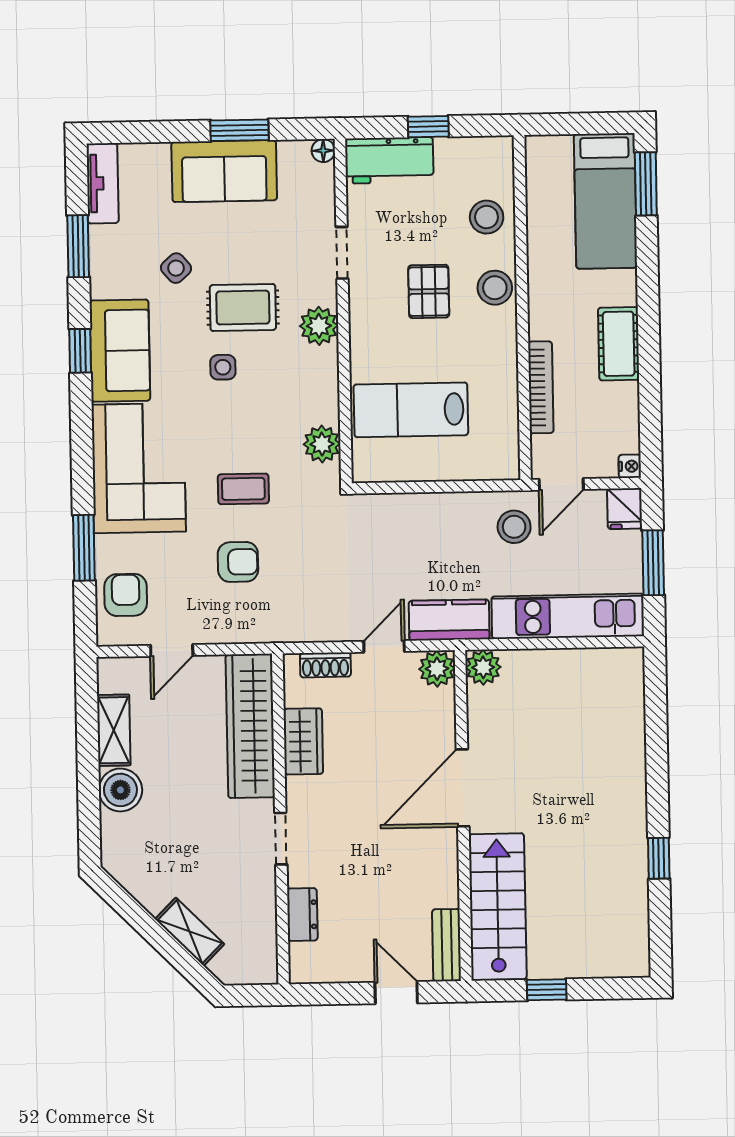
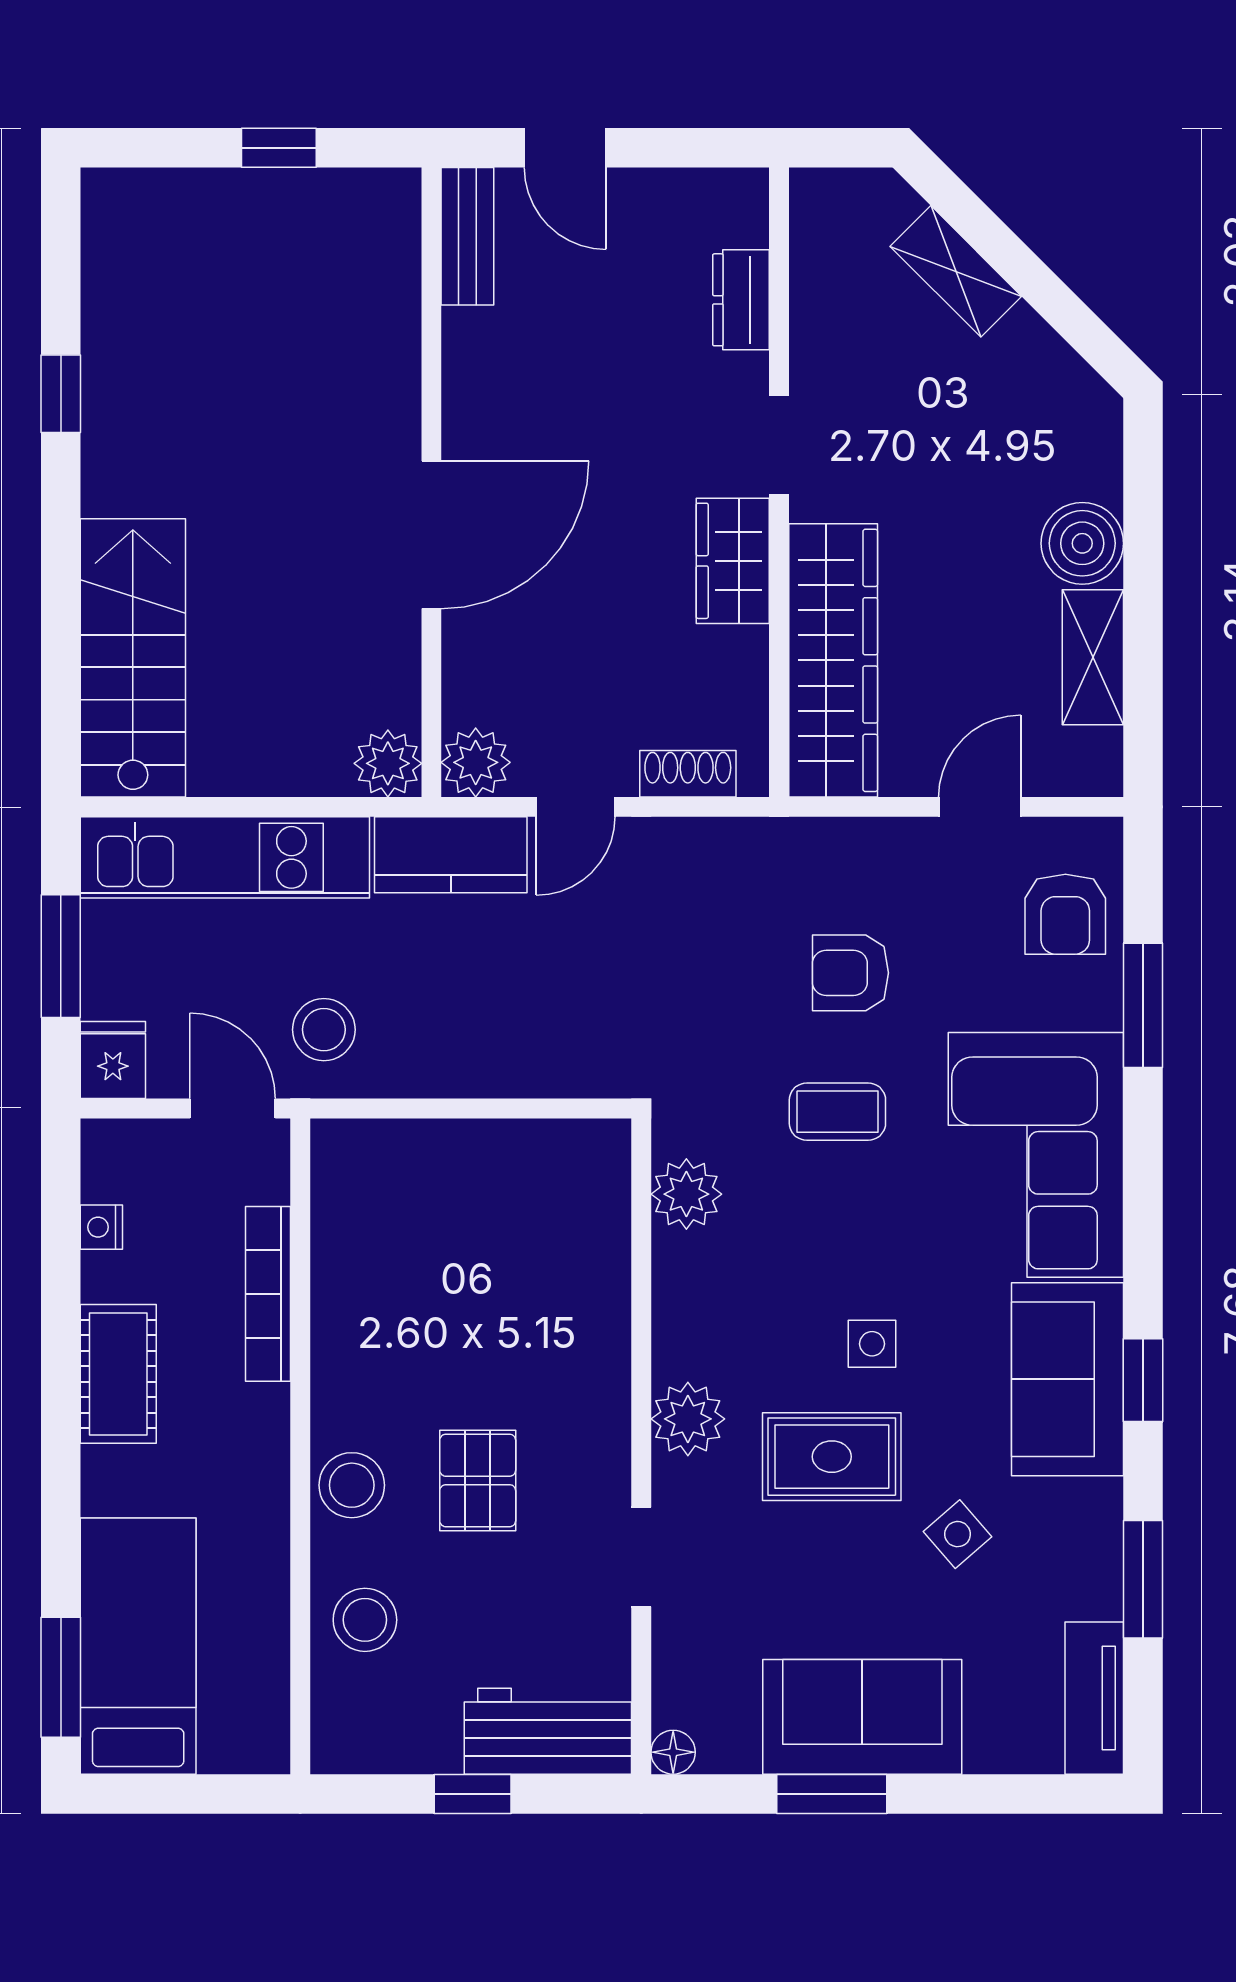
lab bench: (411, 410) -> (516, 1256), removed
nightstand: (630, 466) -> (101, 1227), moved
door: (561, 484) -> (233, 1109), hinge flipped
wardrobe: (303, 741) -> (733, 561), moved
stairs: (498, 907) -> (133, 658), moved, turned 180

